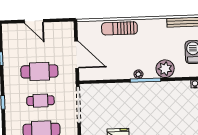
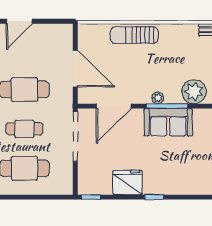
door: (34, 21) -> (19, 21), hinge flipped
door: (106, 81) -> (114, 106), added
sofa: (147, 92) -> (168, 122), added

